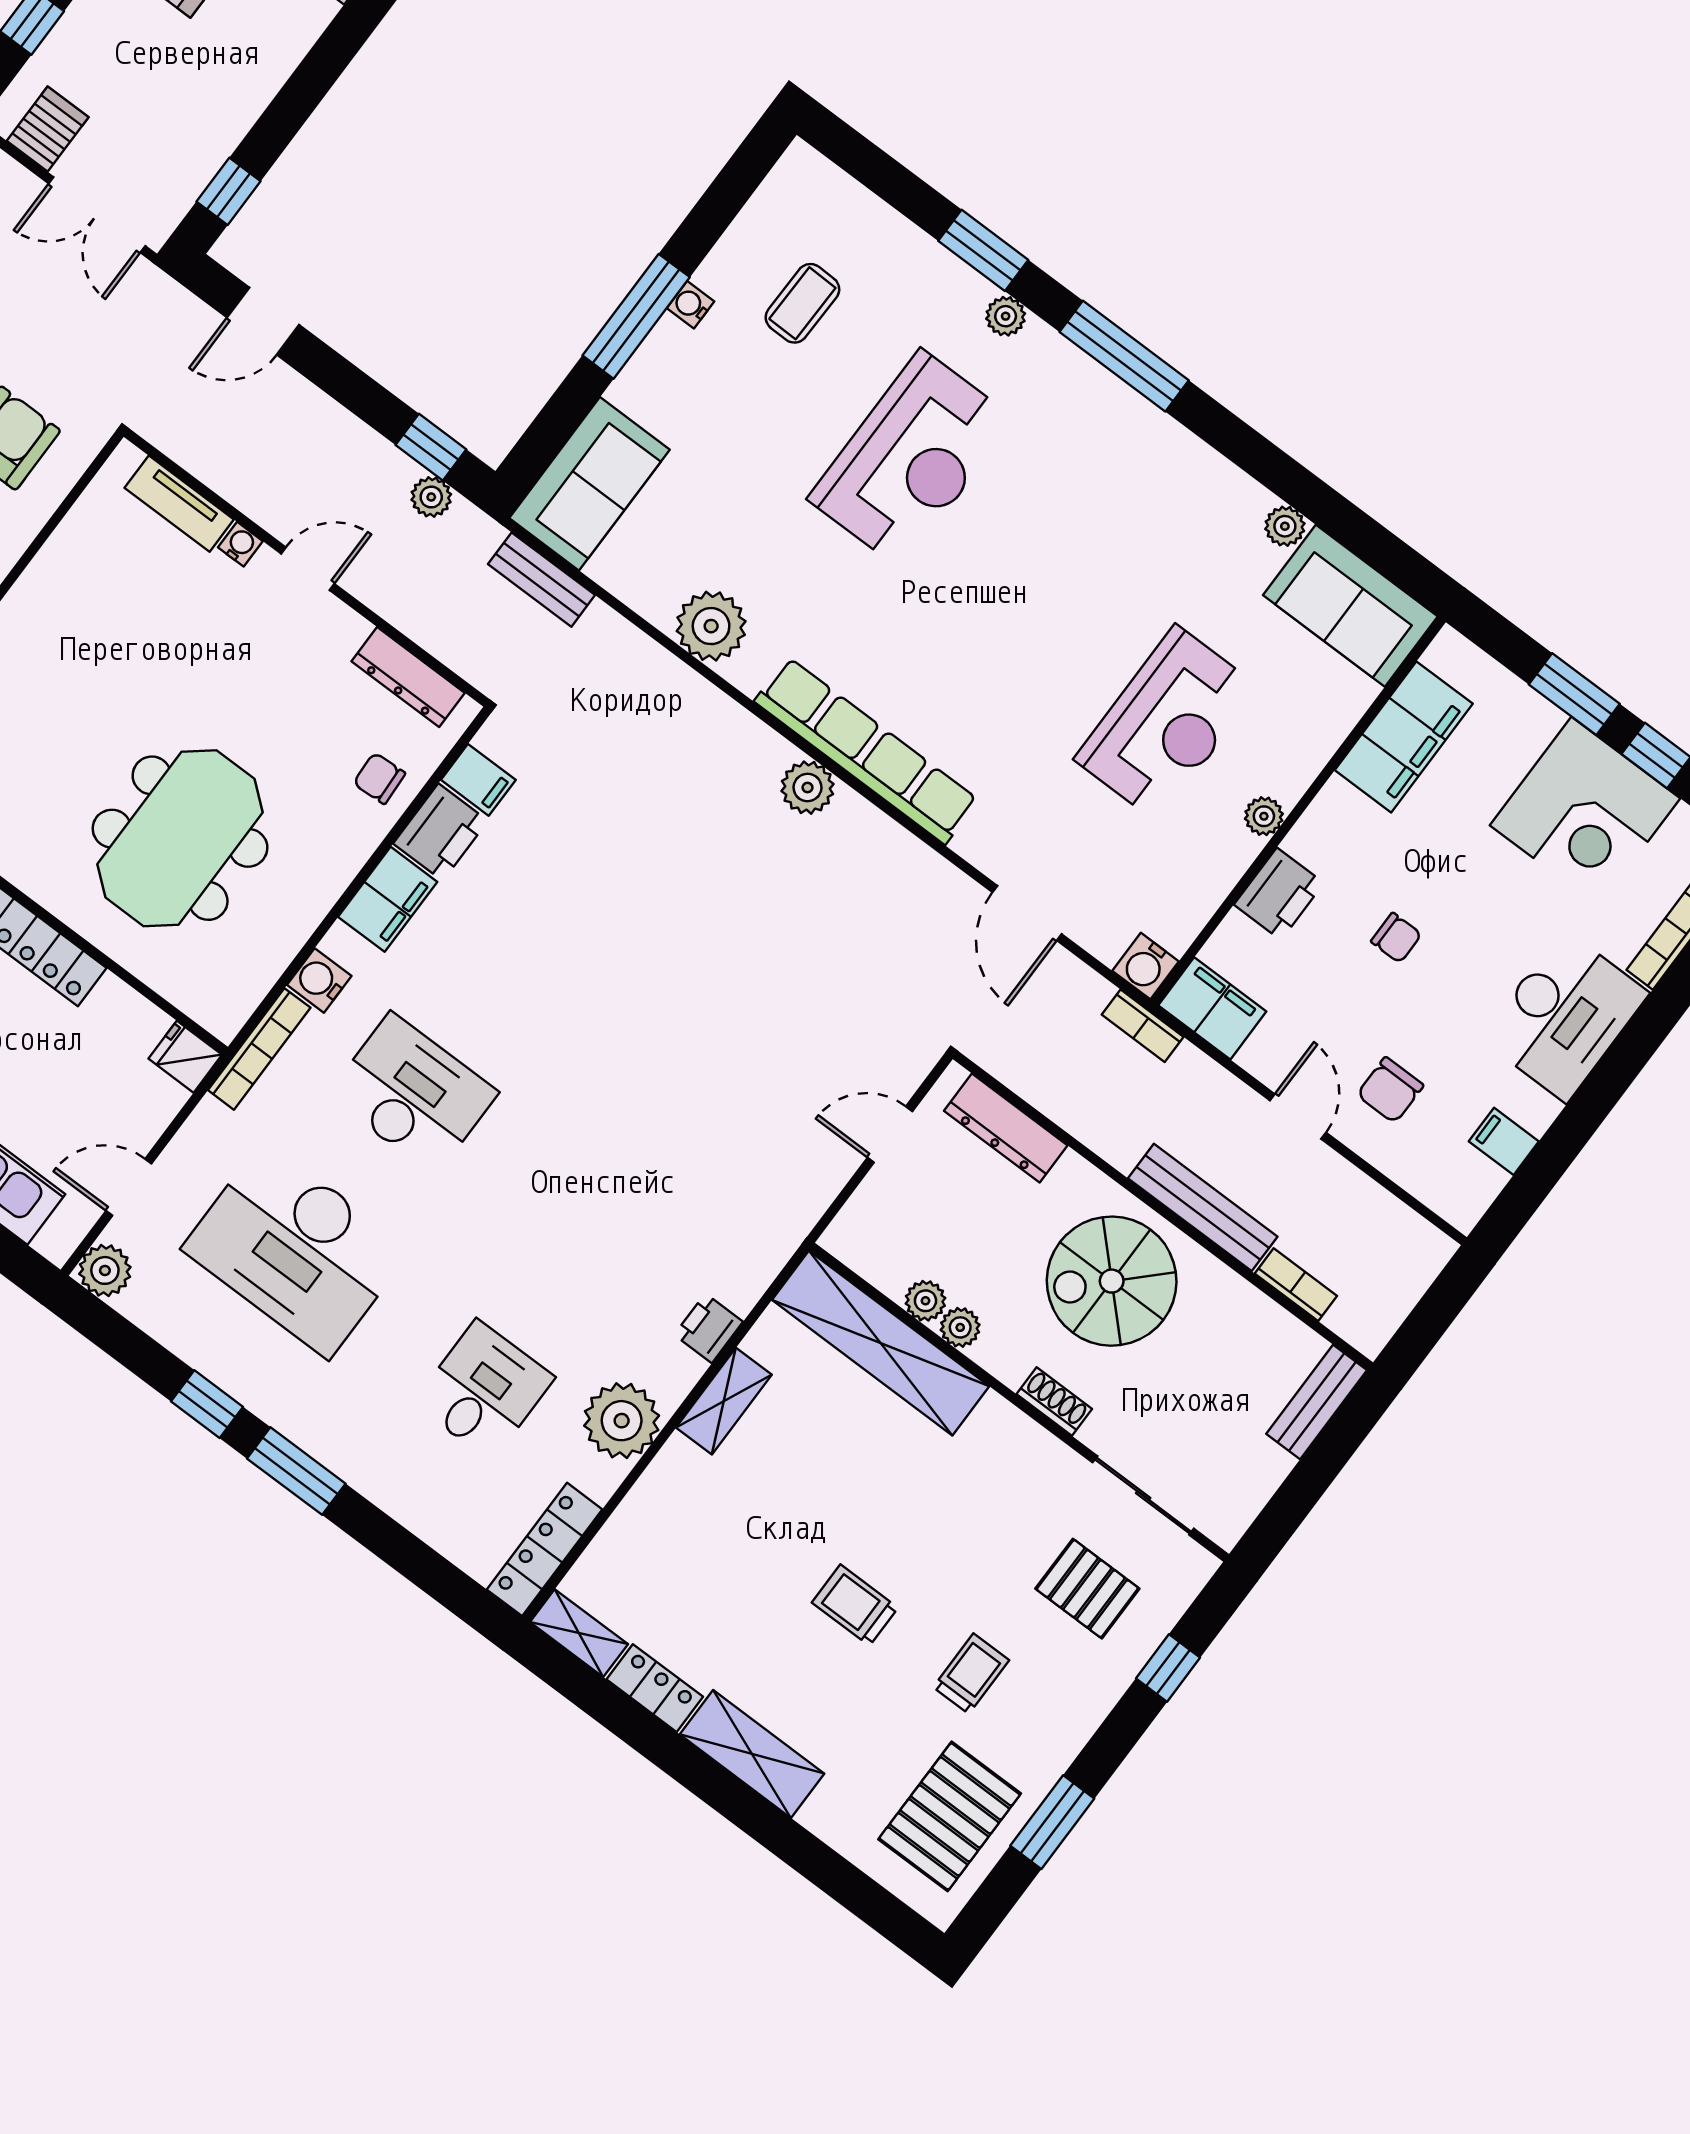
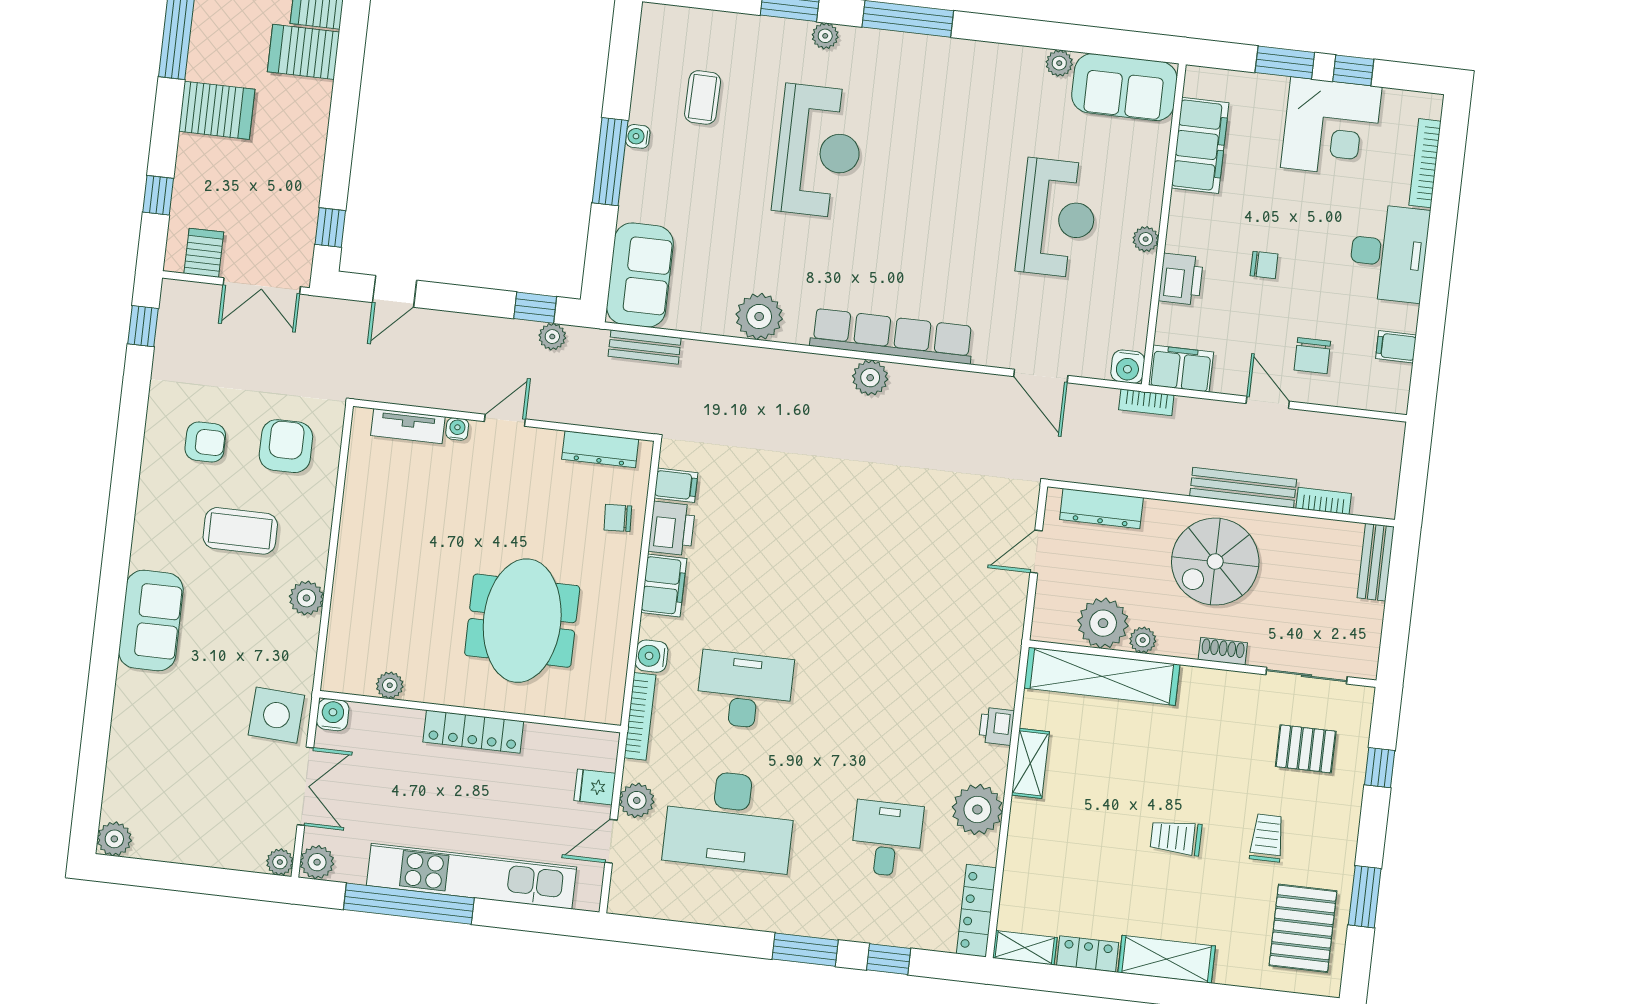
fridge: (185, 1057) -> (595, 787), moved
plant: (105, 1270) -> (637, 800), moved
plant: (925, 1301) -> (1103, 623), width x1.87, depth x1.87
window: (207, 1404) -> (889, 959), moved

